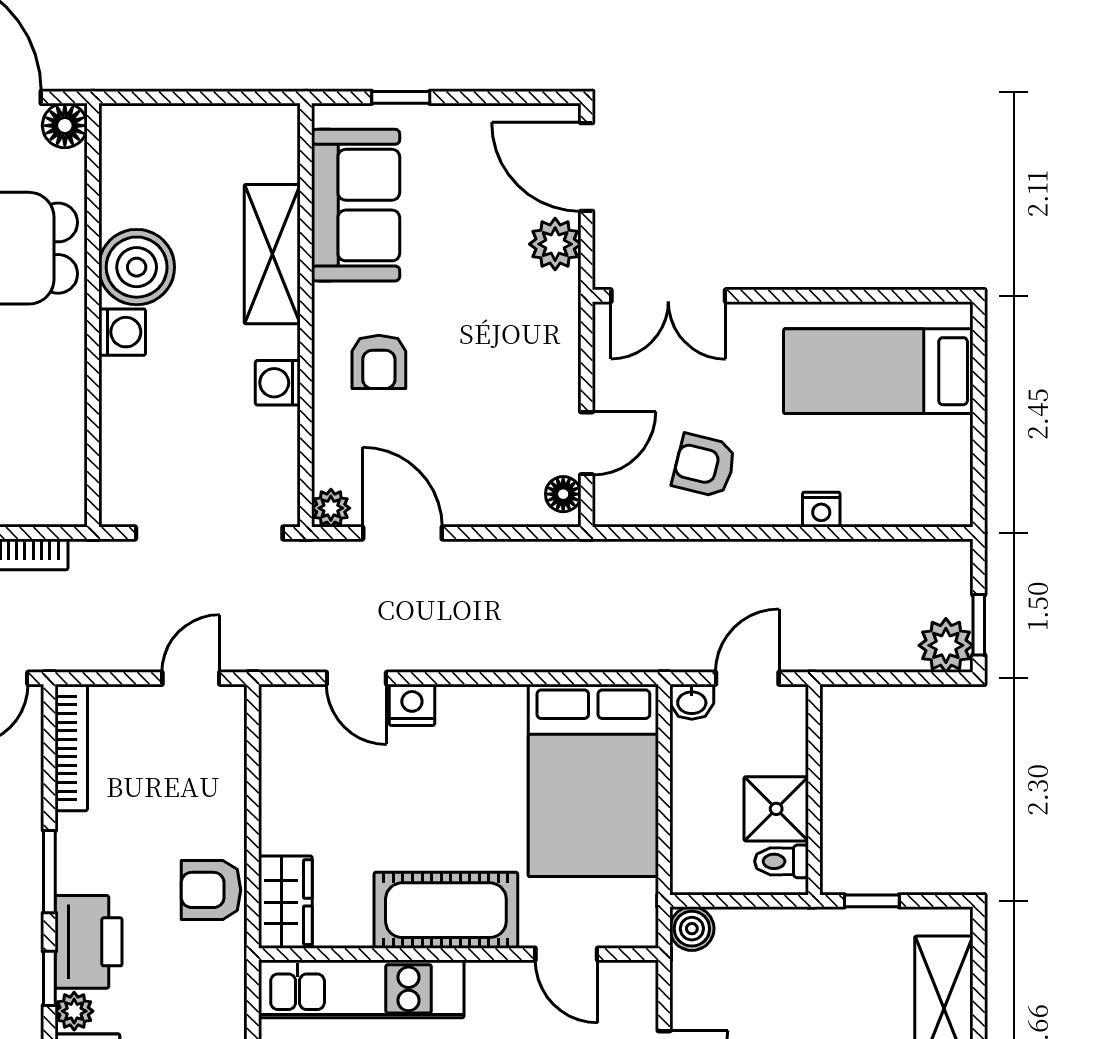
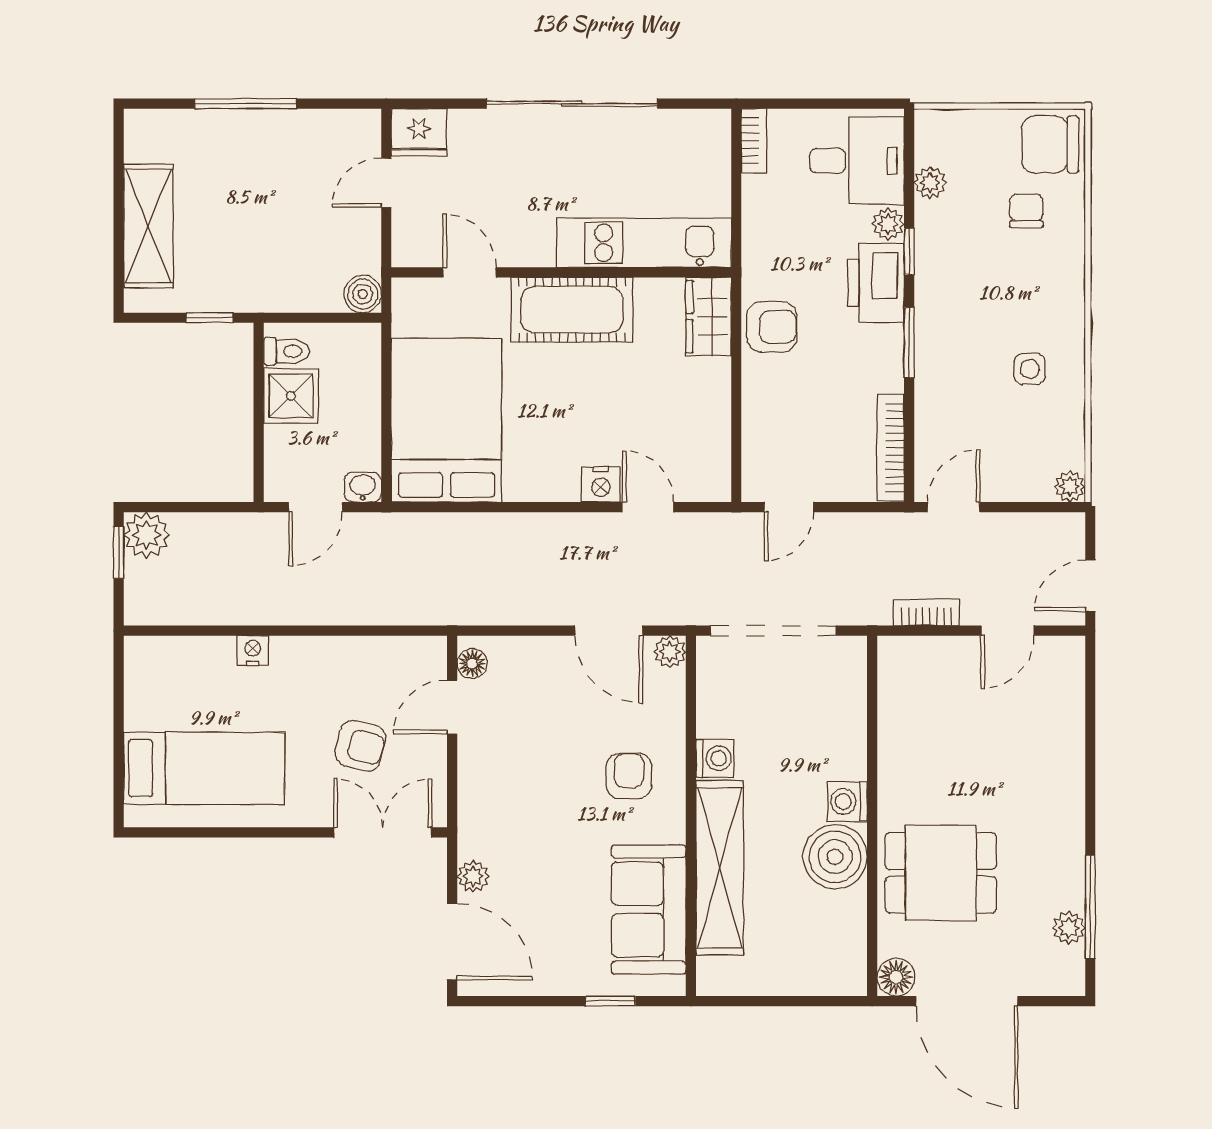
plant: (555, 244) -> (473, 876), width x0.73, depth x0.73
shelving: (272, 254) -> (720, 868), width x1.47
armchair: (704, 466) -> (360, 746), moved

